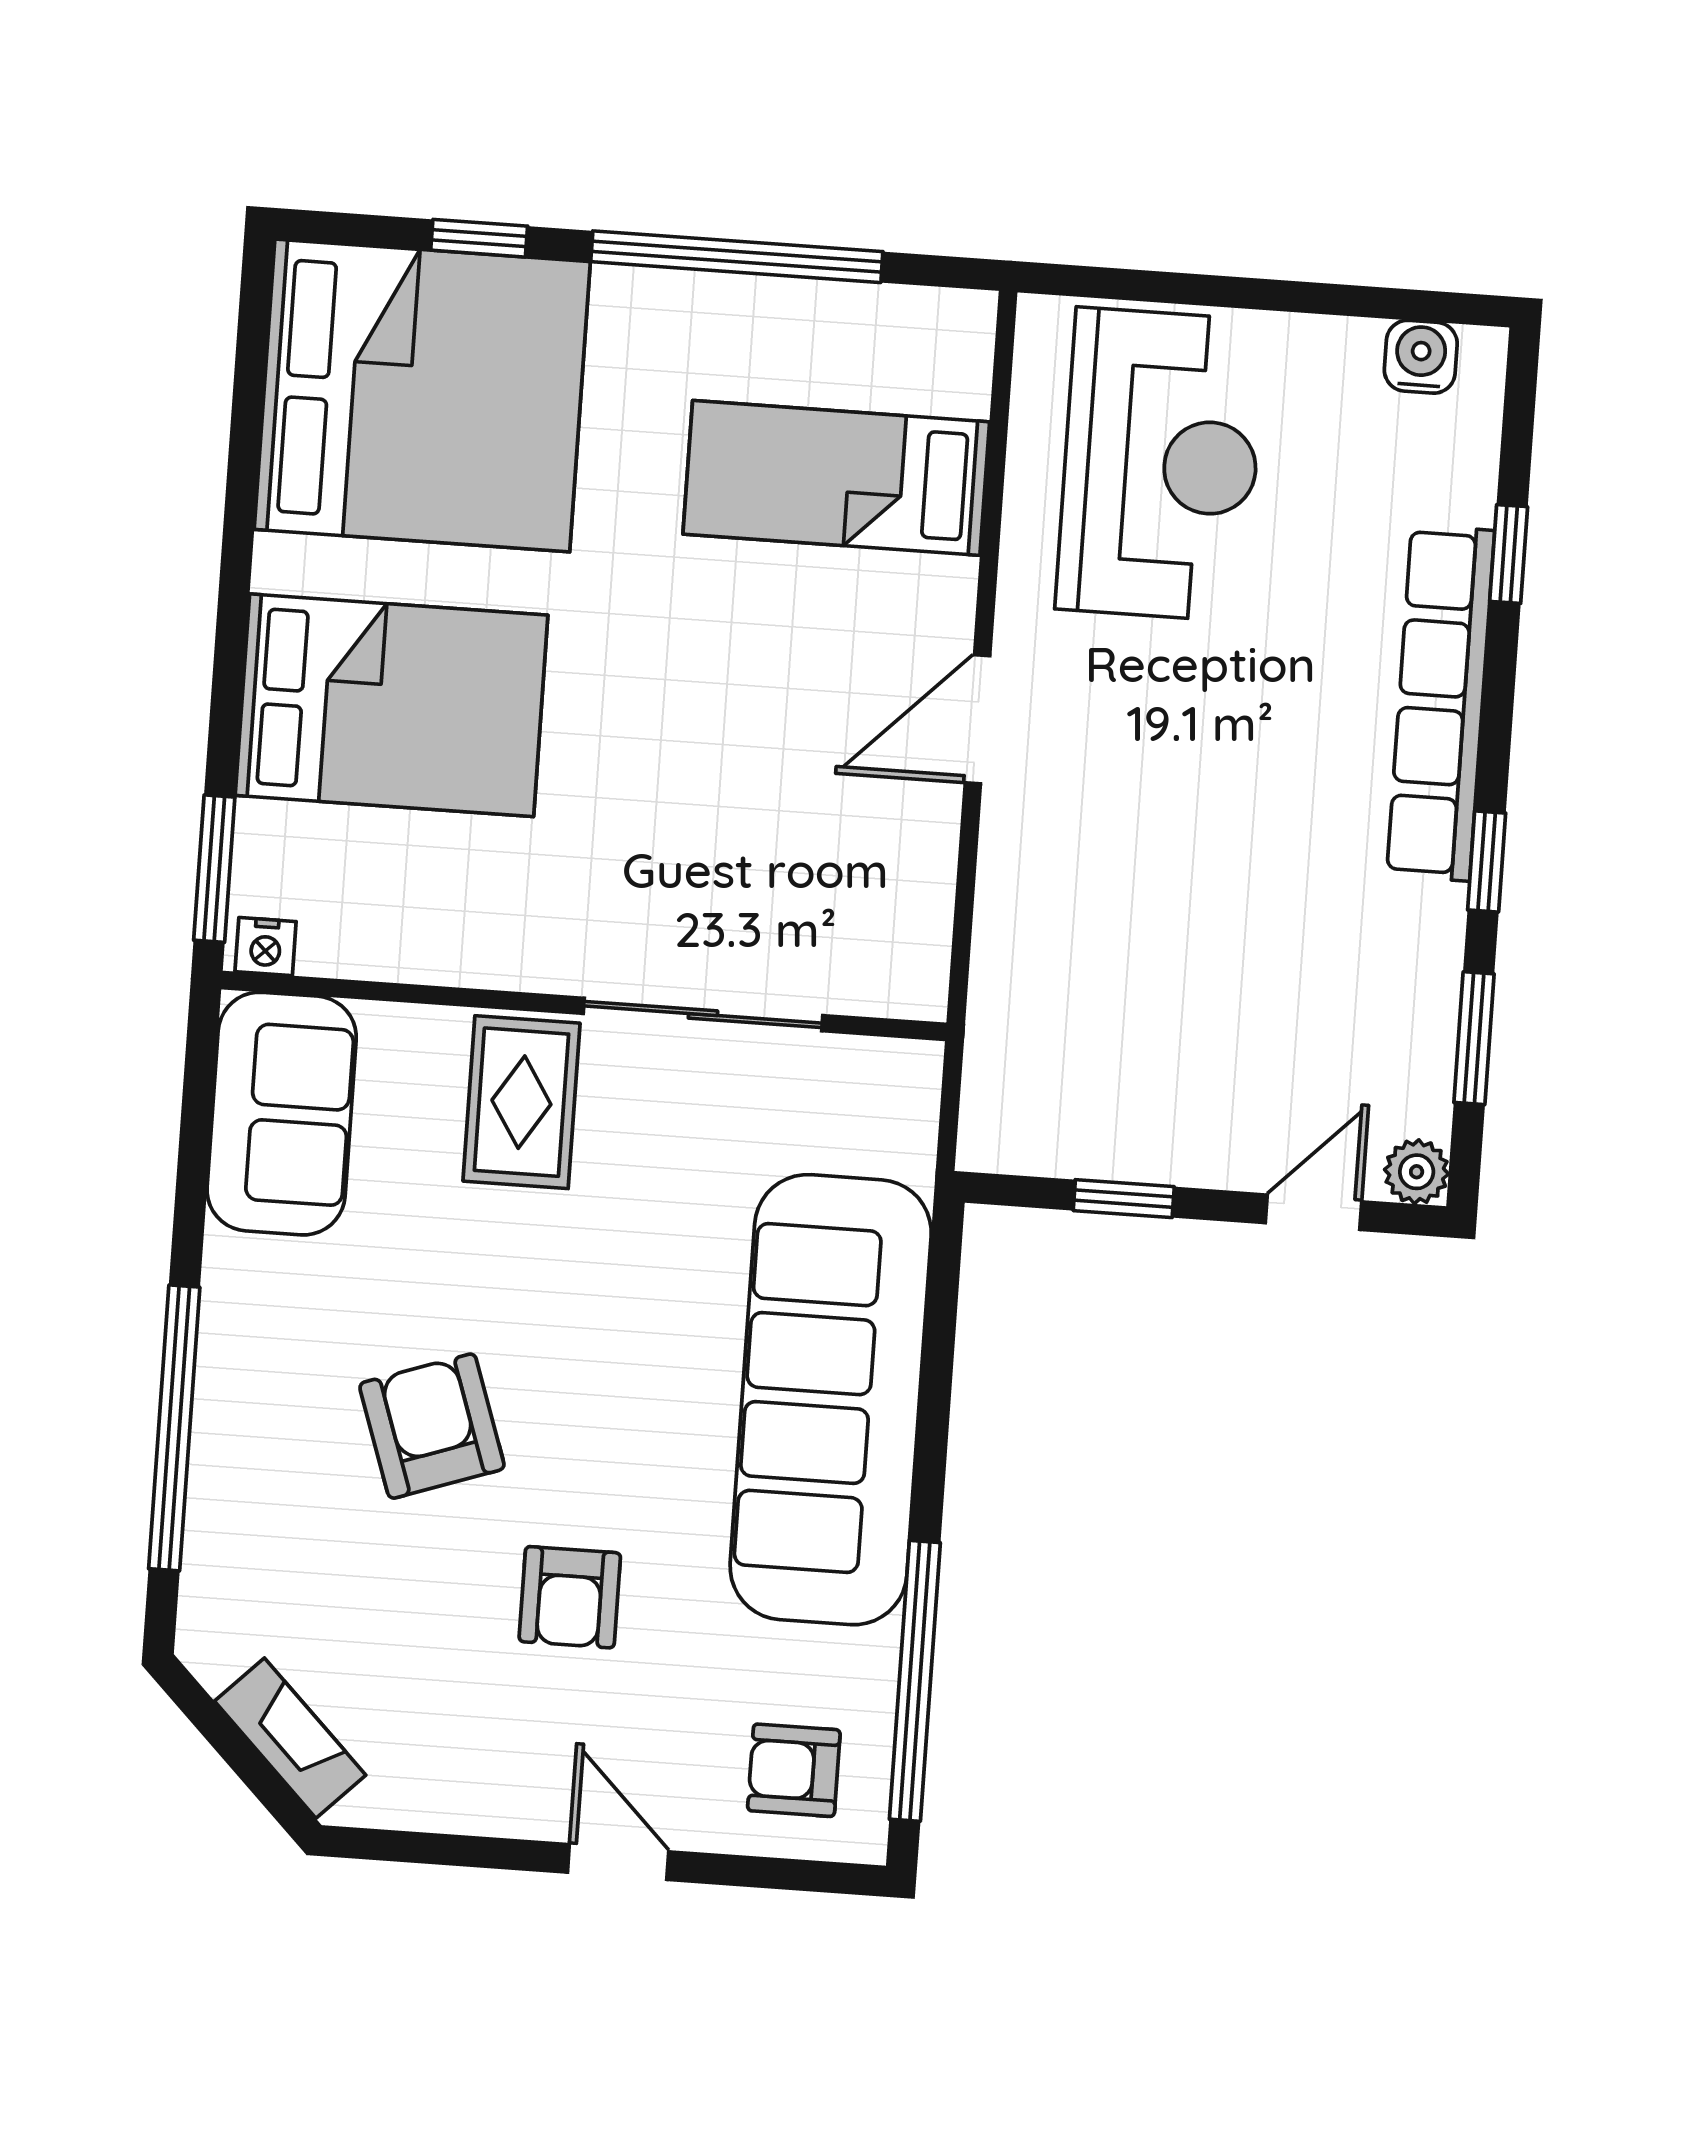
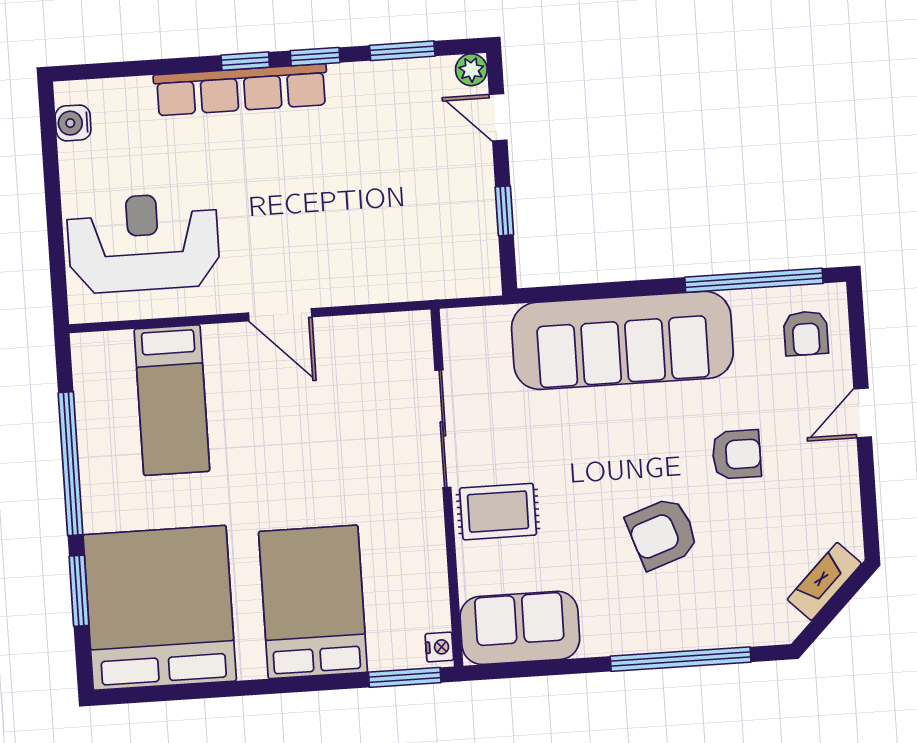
window: (479, 238) -> (79, 591), width x1.50
window: (1509, 554) -> (245, 61), moved

